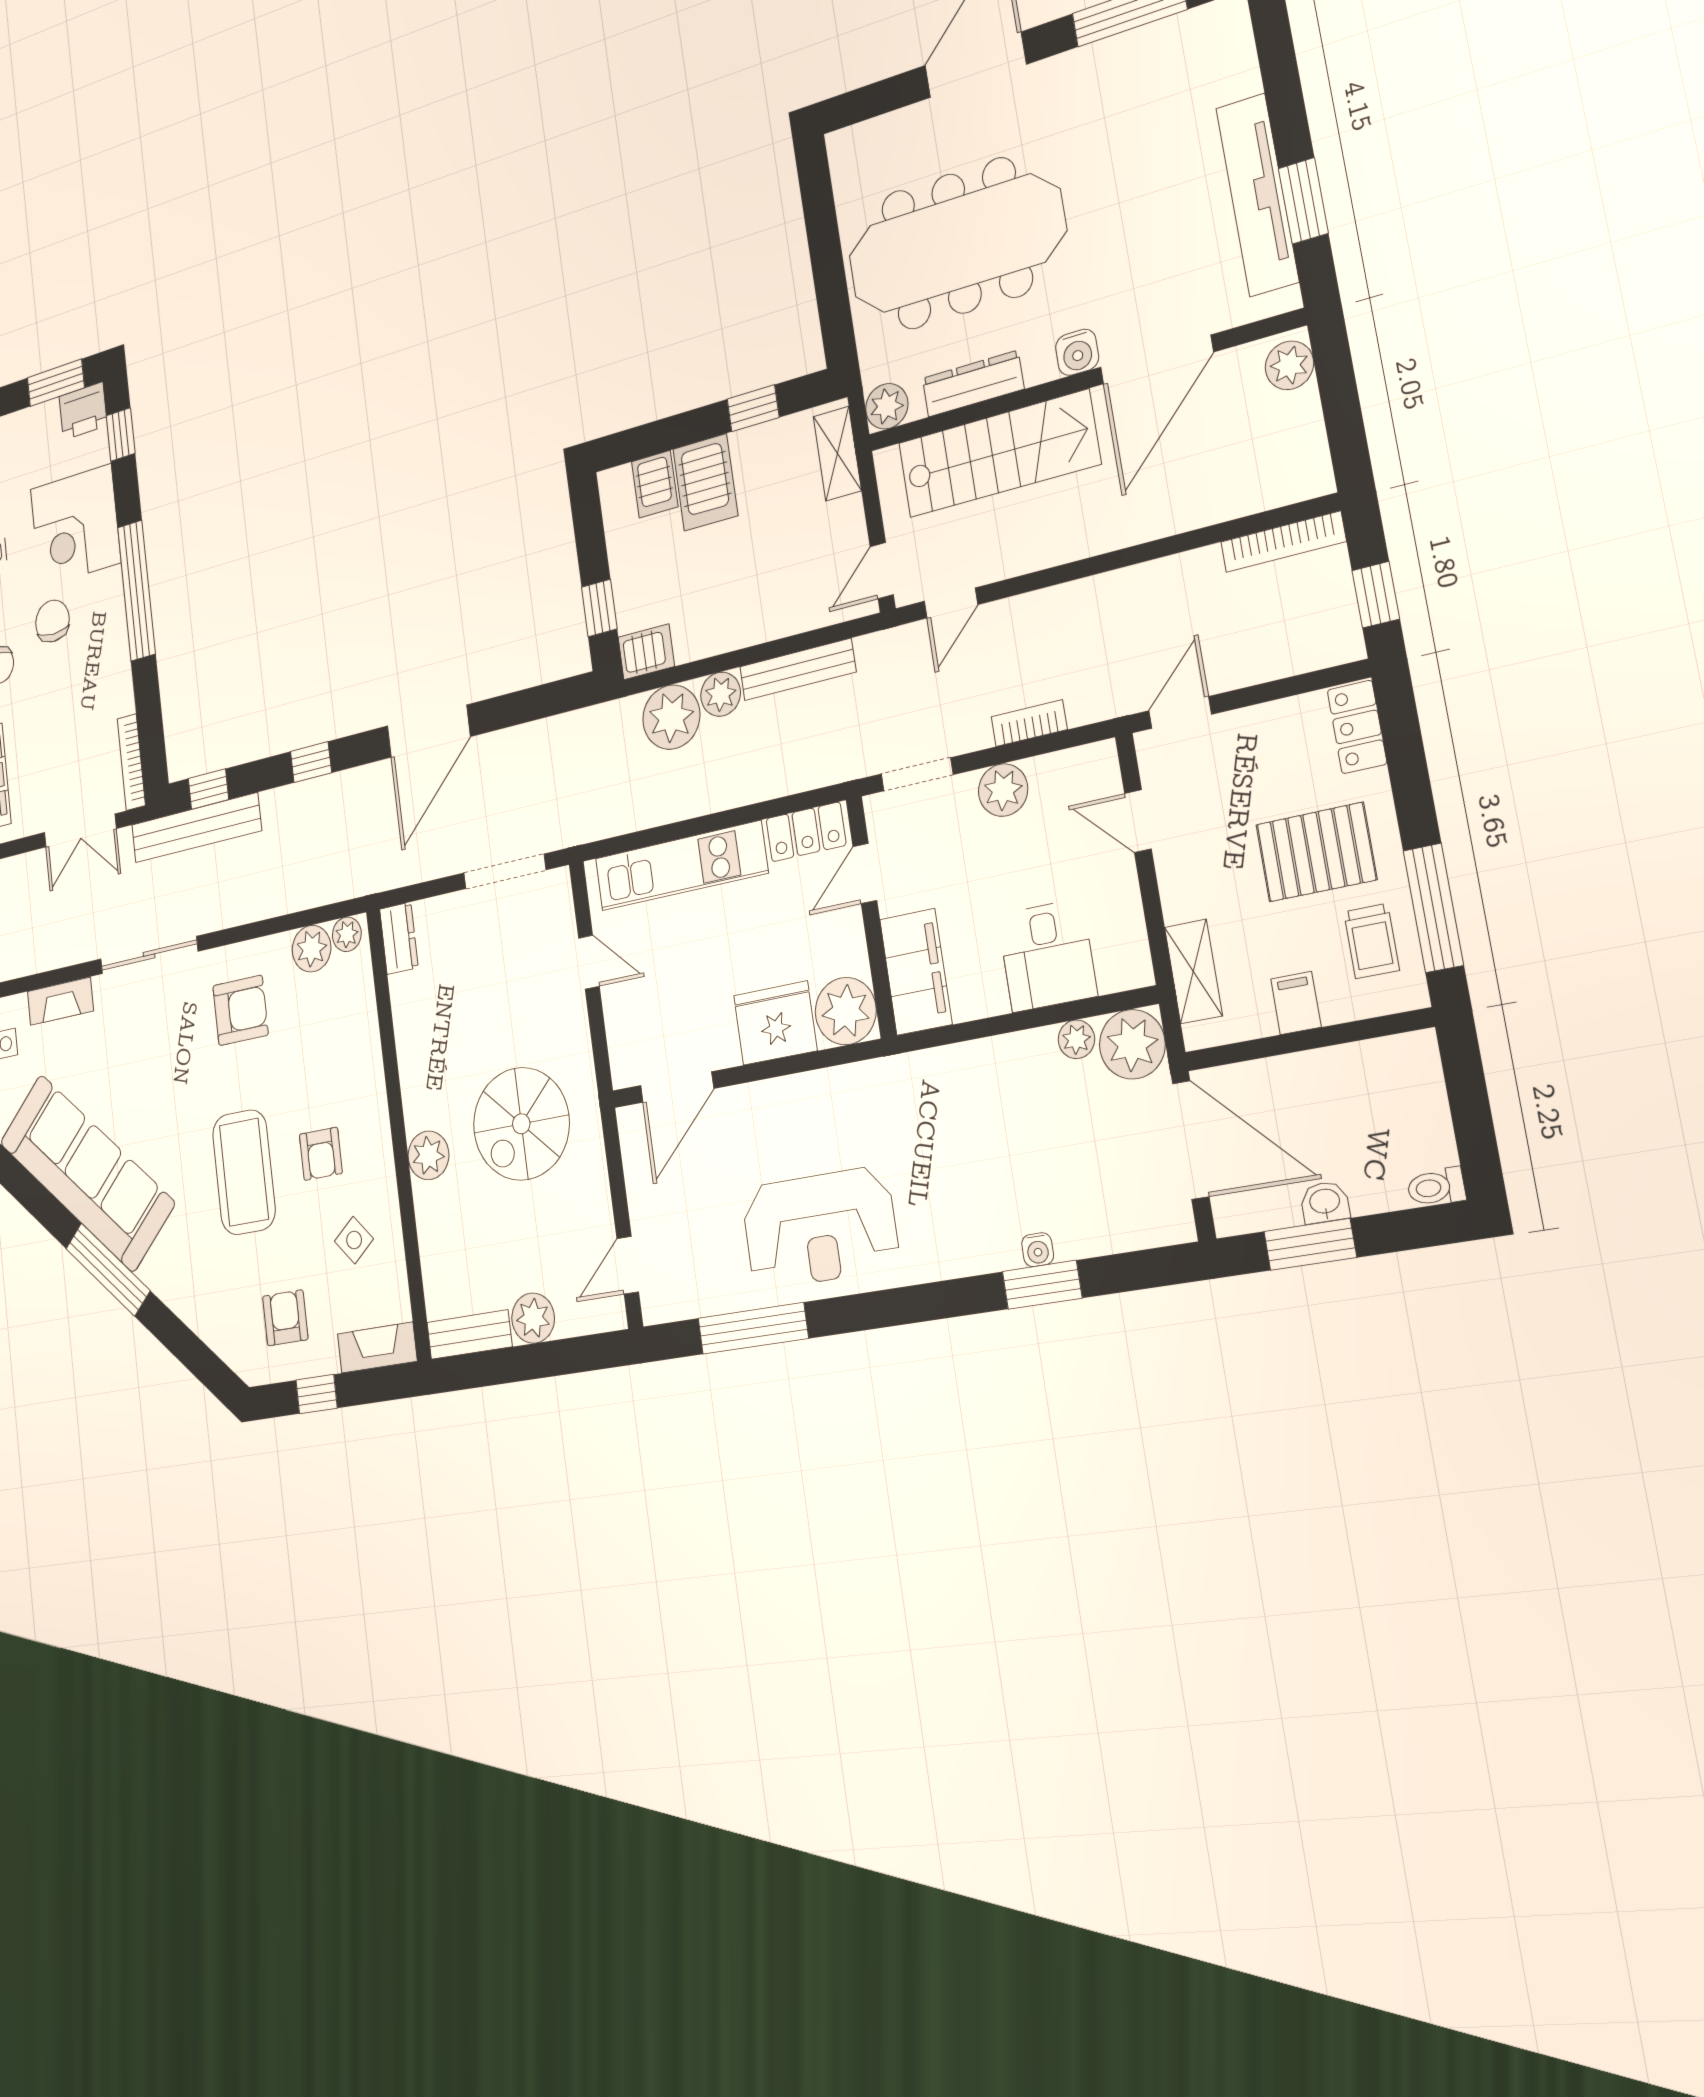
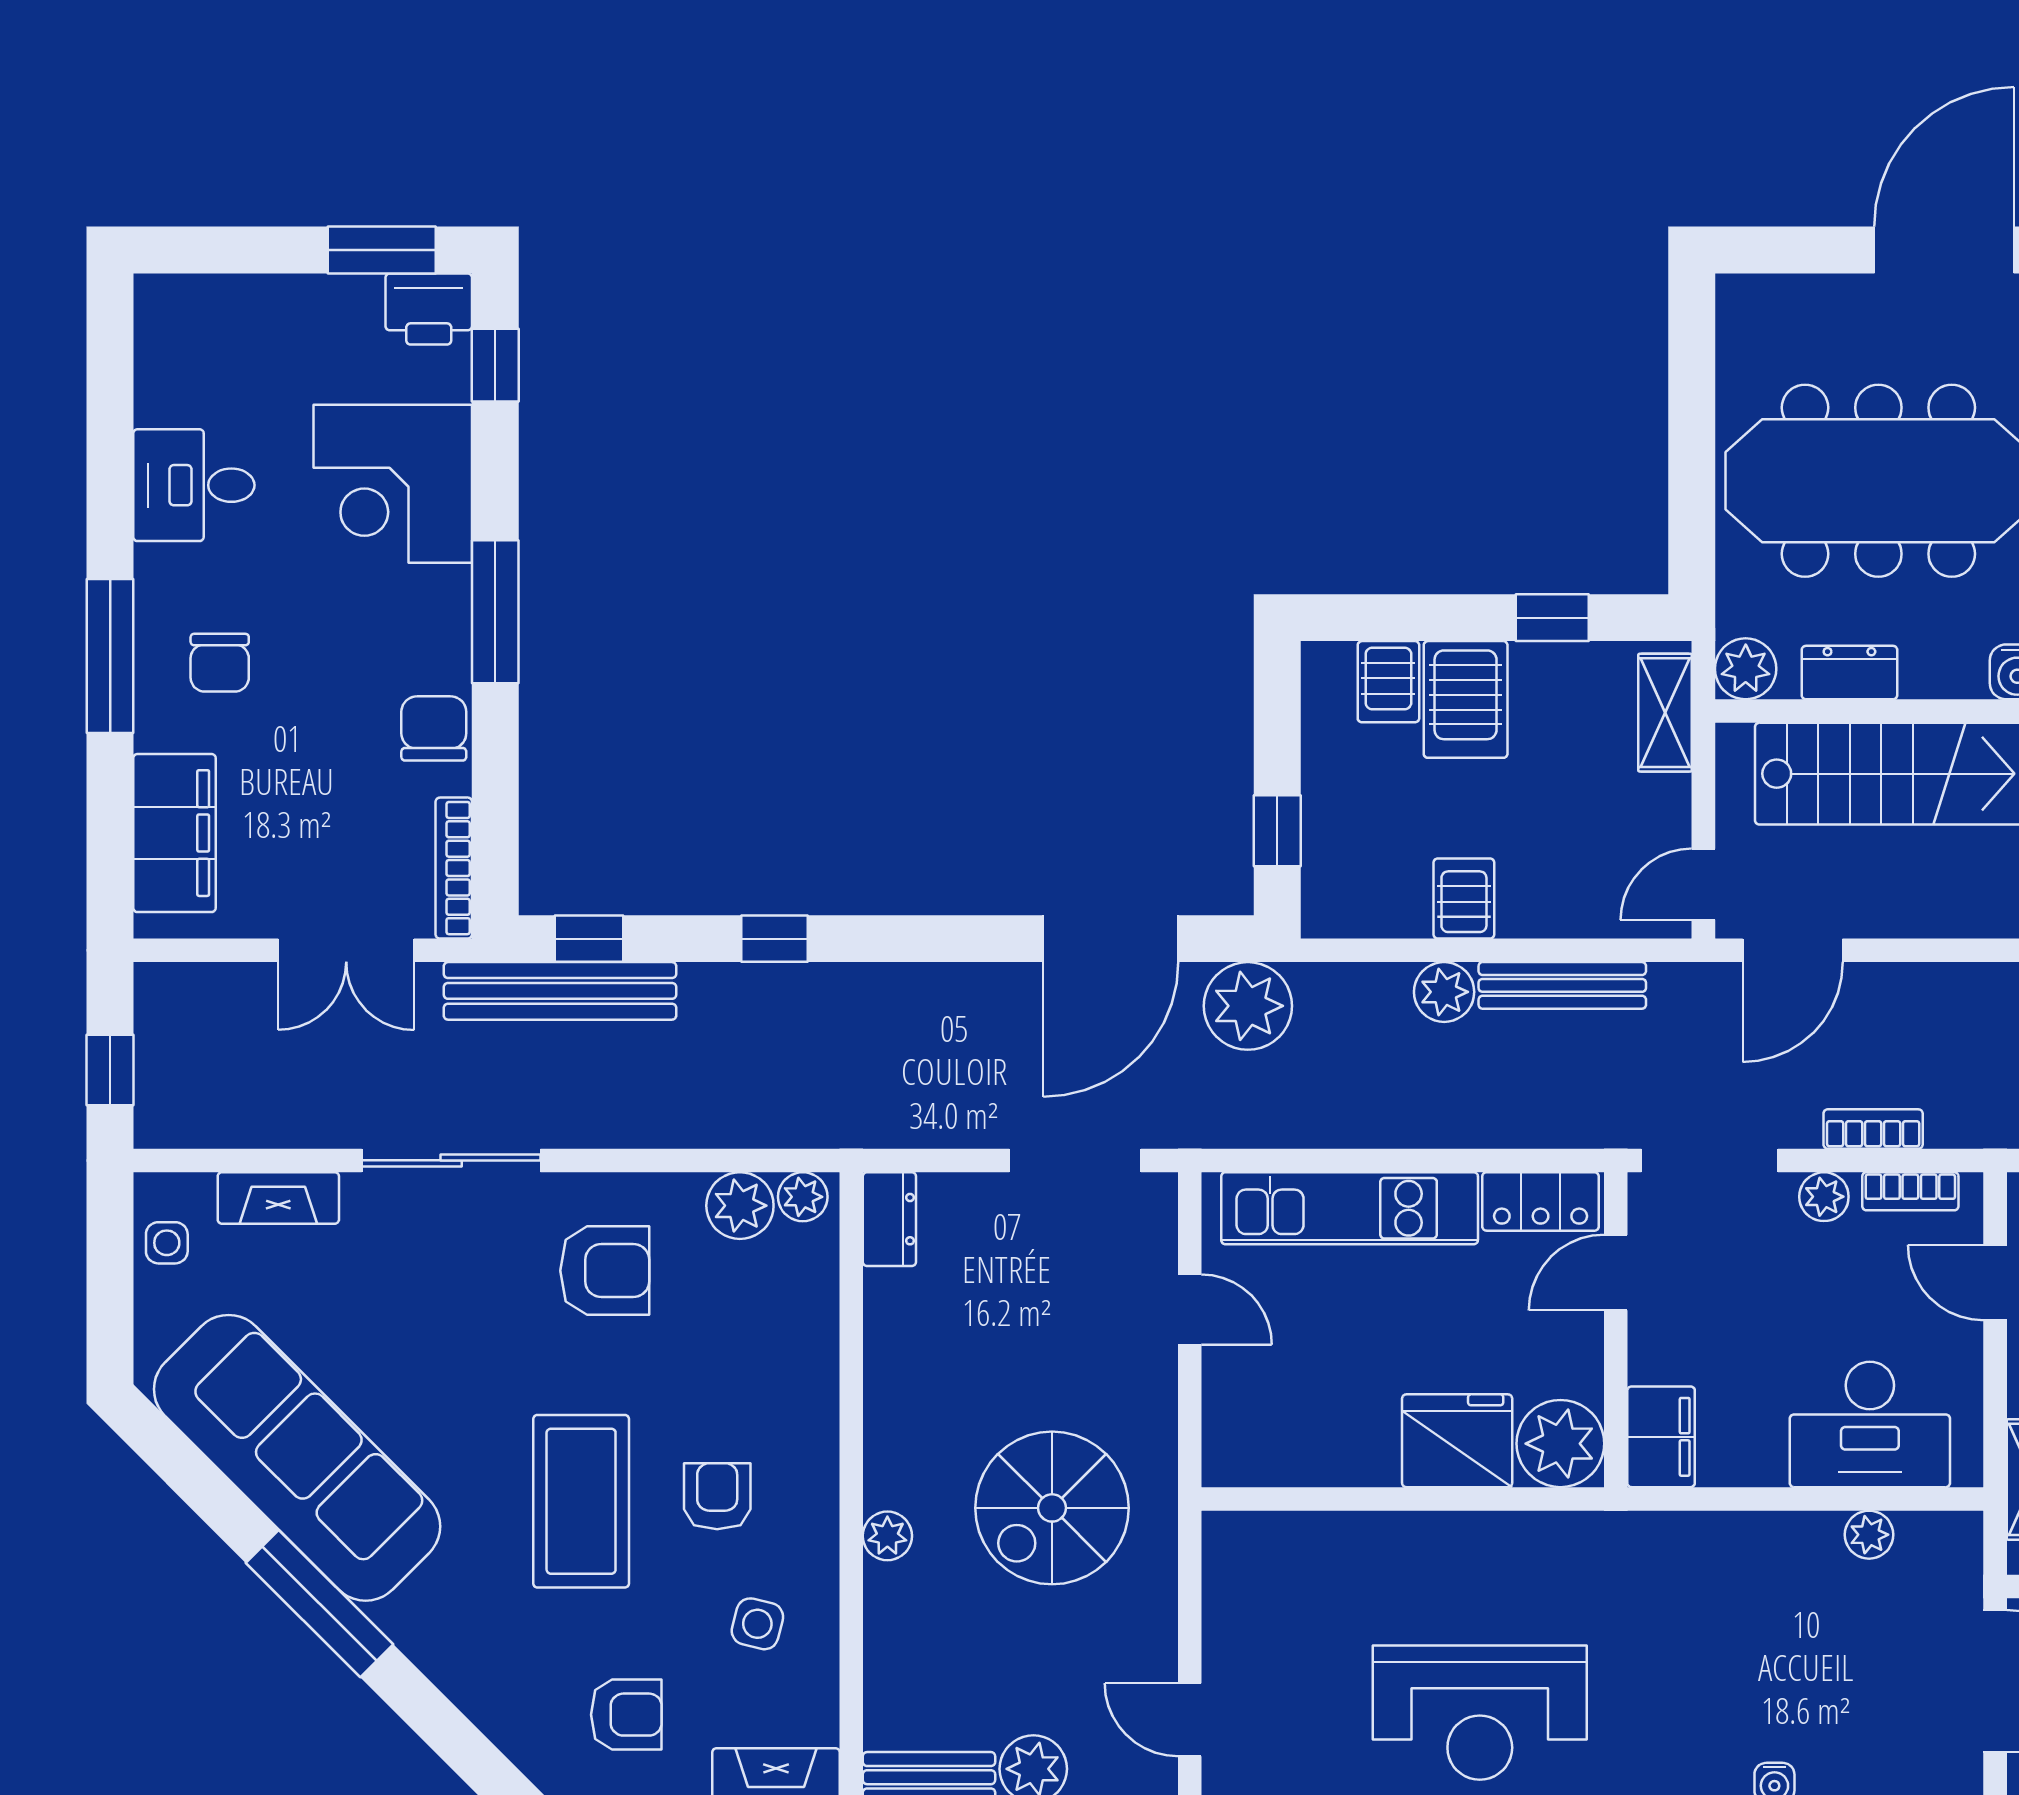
dresser: (973, 384) -> (1849, 673), width x0.70
window: (136, 590) -> (495, 612), width x0.68
door: (951, 603) -> (1793, 950), width x1.37
chair: (52, 621) -> (434, 728), moved
server rack: (646, 652) -> (1464, 899), moved, turned -90
plant: (671, 717) -> (1248, 1006), moved
door: (429, 731) -> (1111, 939), moved
bookcase: (1064, 764) -> (1910, 1191), added
doorway: (917, 774) -> (1710, 1160), width x1.38
plant: (1003, 790) -> (1824, 1197), width x0.73, depth x0.73
desk: (1047, 955) -> (1870, 1424), width x1.37
filing cabinet: (916, 972) -> (1661, 1437), width x0.67, depth x0.86
plant: (1132, 1044) -> (1941, 1553), removed
door: (677, 1087) -> (1299, 1499), removed
armchair: (321, 1154) -> (717, 1496), turned 180
plant: (428, 1155) -> (887, 1536), width x0.73, depth x0.73
side table: (354, 1240) -> (757, 1624), turned -36
door: (628, 1265) -> (1190, 1720), hinge flipped
armchair: (285, 1318) -> (626, 1715), turned 90

